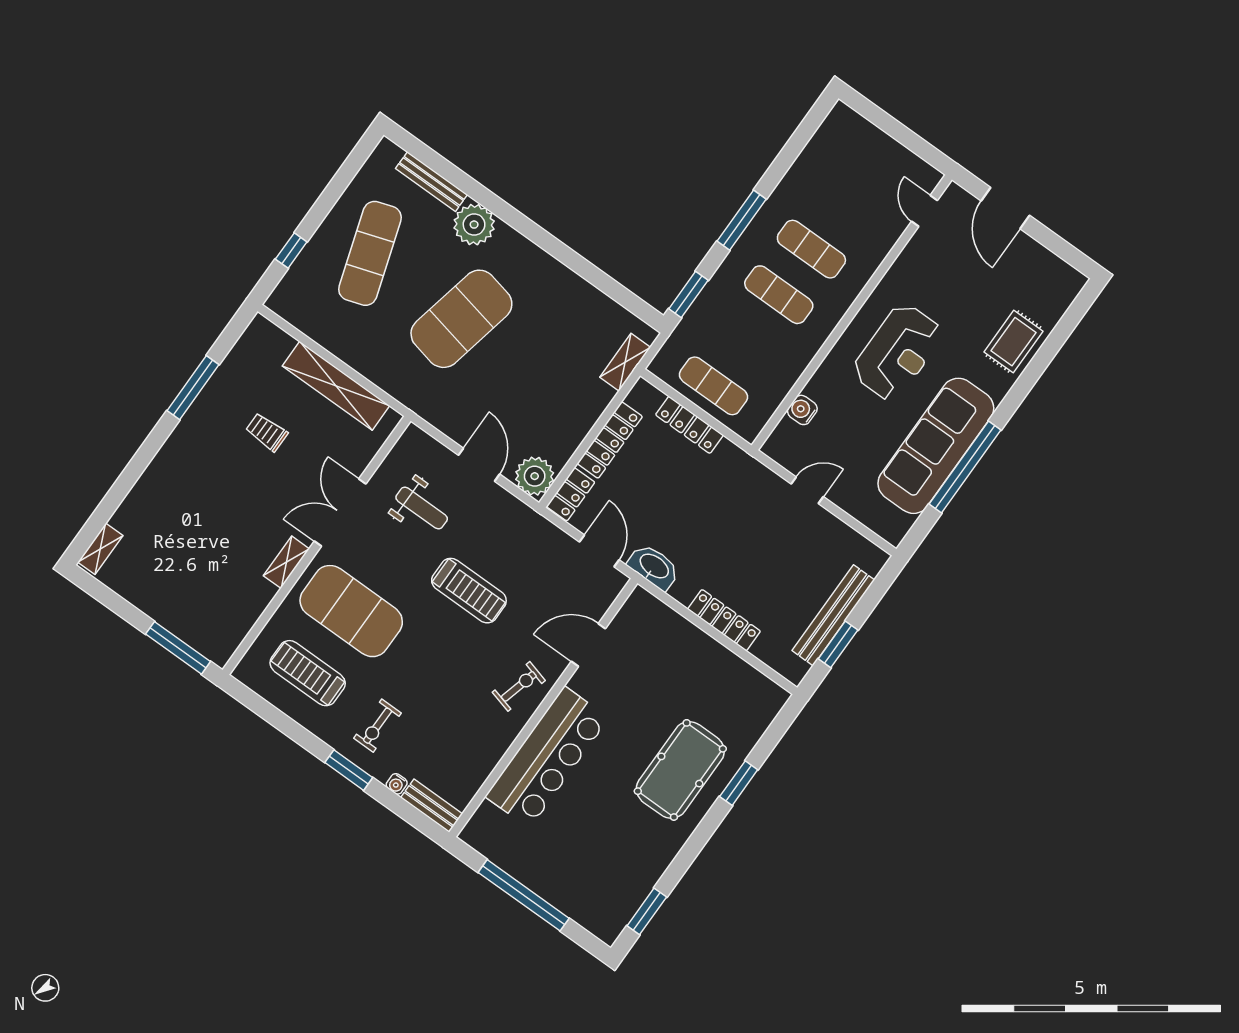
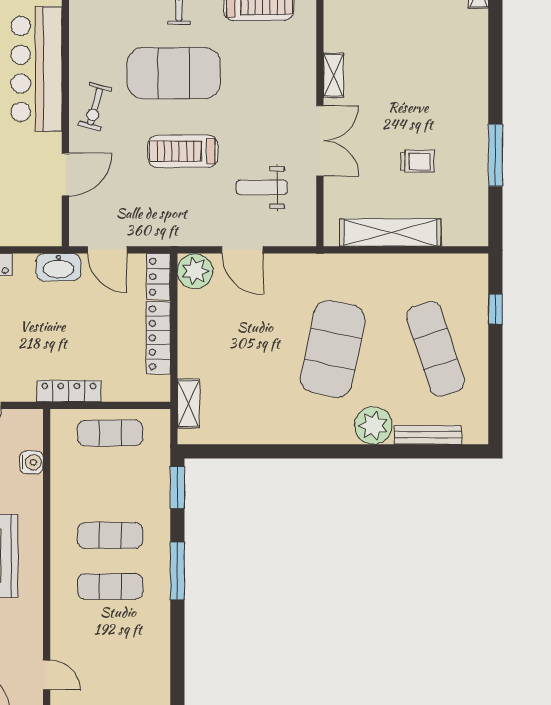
locker: (689, 425) -> (69, 391), moved
exercise mat: (351, 611) -> (174, 73), moved

